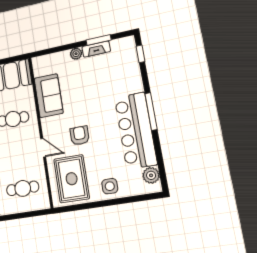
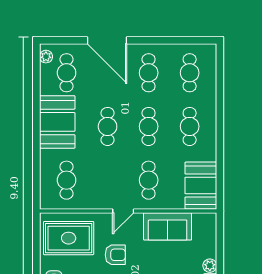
door: (43, 148) -> (123, 211), moved

